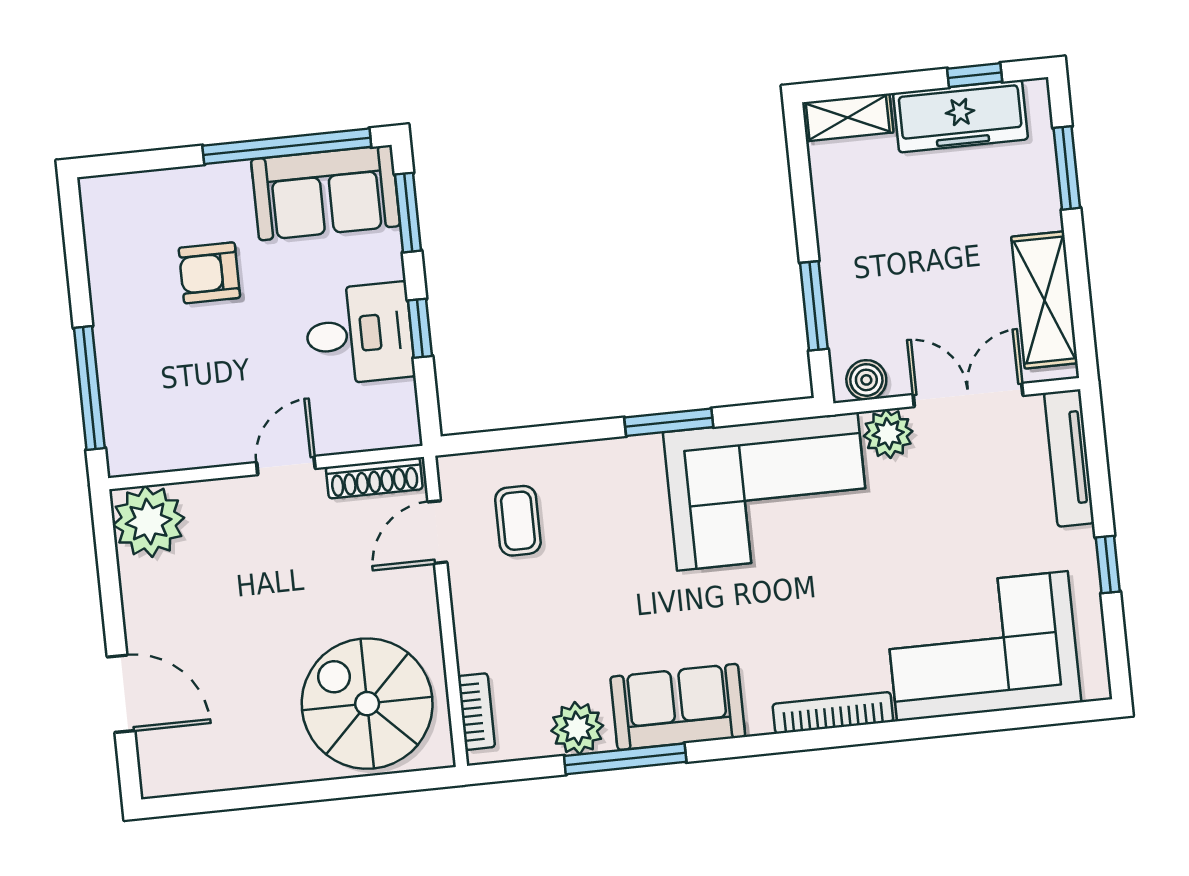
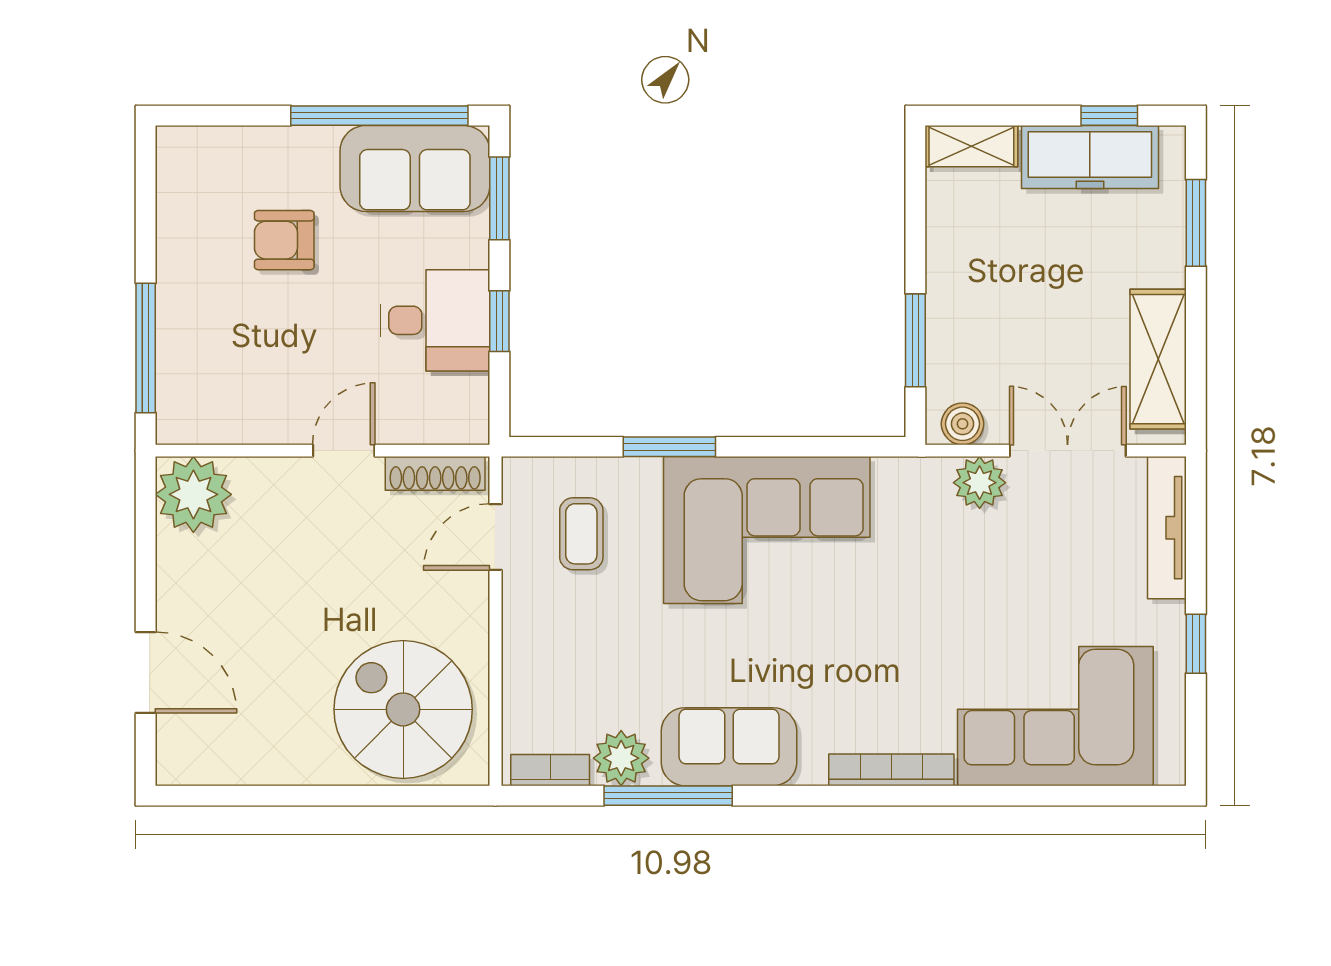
window: (669, 422) -> (669, 447), moved
corner sofa: (767, 491) -> (767, 530), moved
bookcase: (476, 712) -> (550, 770), moved, turned -90

